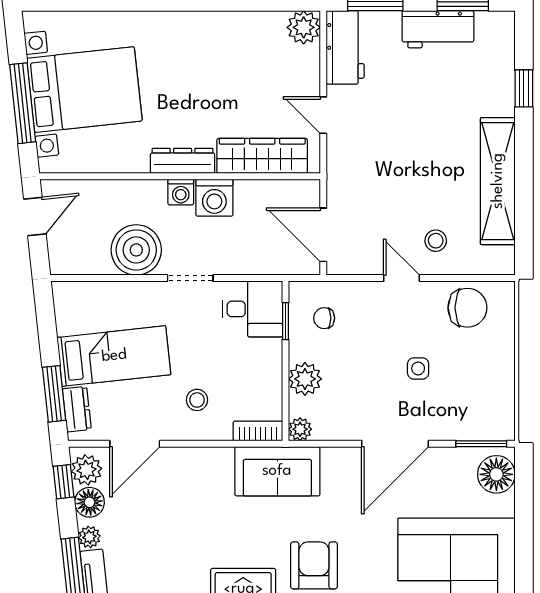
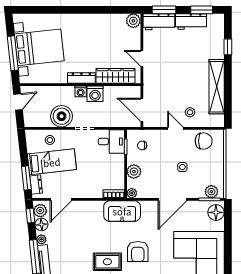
workbench: (345, 47) -> (159, 22), moved, turned 90
stool: (197, 400) -> (50, 140), moved
plant: (486, 426) -> (211, 192), added
armchair: (314, 565) -> (138, 252), turned 180

